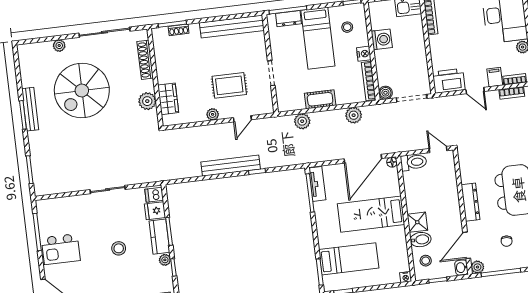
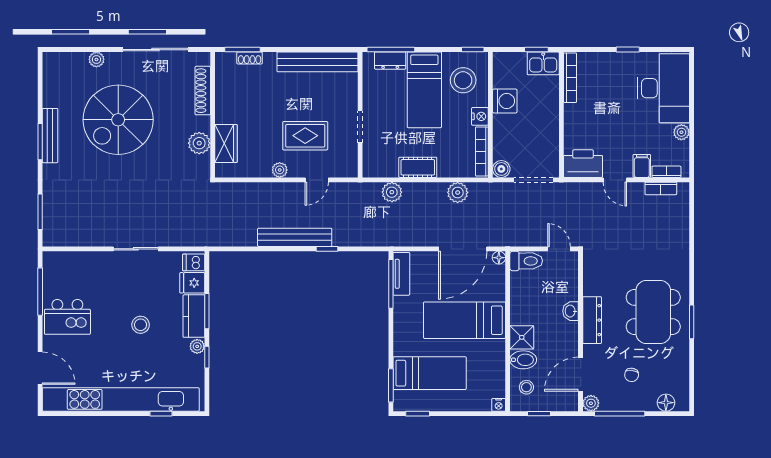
stool: (347, 27) -> (463, 80), width x1.89, depth x1.89
washbasin: (461, 268) -> (571, 311), moved

